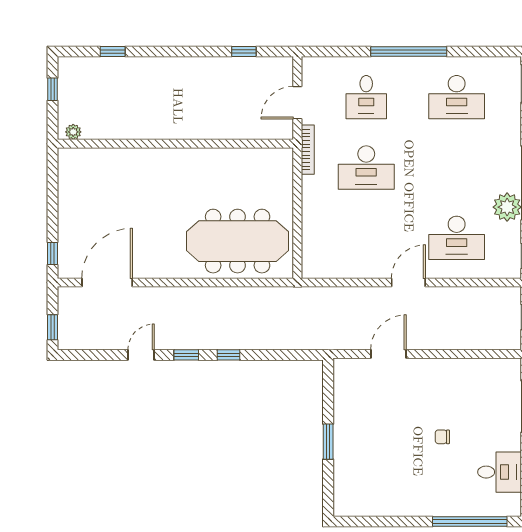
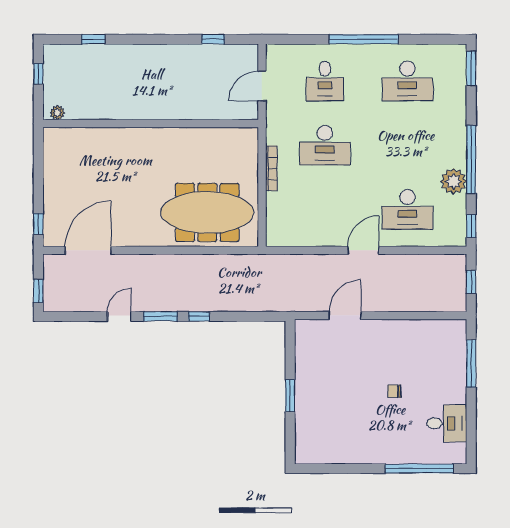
bookcase: (308, 150) -> (271, 168), moved
window: (186, 355) -> (160, 316), width x1.50

